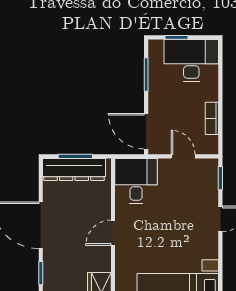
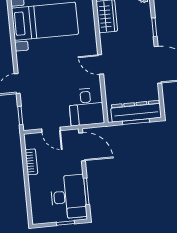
desk: (191, 61) -> (68, 197), moved, turned -90
door: (113, 233) -> (101, 64), swing flipped

